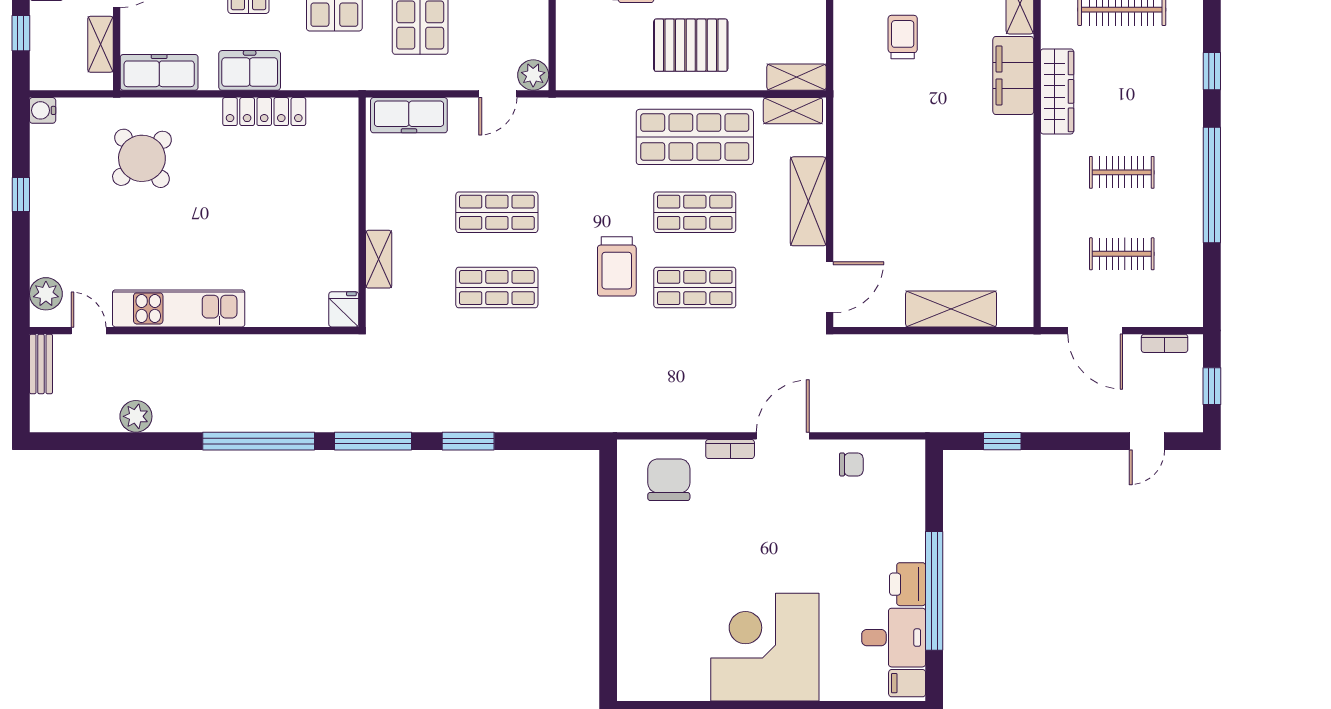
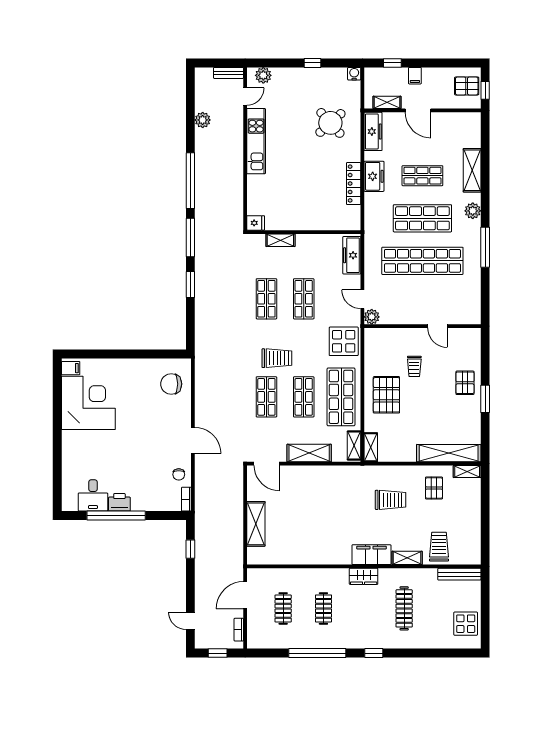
trolley: (903, 37) -> (391, 500), width x1.36, depth x1.39
wardrobe: (1057, 91) -> (364, 576), width x0.67
display table: (583, 132) -> (344, 341), added
trolley: (617, 266) -> (277, 358), turned 180
bookcase: (730, 449) -> (186, 499), moved
chair: (669, 480) -> (171, 384), turned 180
corner desk: (765, 647) -> (88, 403), moved
filing cabinet: (907, 683) -> (71, 368), moved, turned 90

